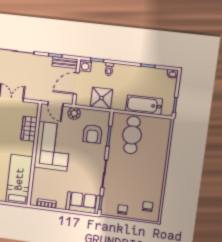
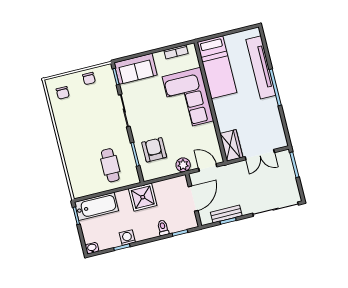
bench: (65, 63) -> (226, 214), moved
washing machine: (85, 66) -> (127, 238), moved
shower: (101, 98) -> (143, 197), moved
bathtub: (144, 105) -> (96, 206), moved
wardrobe: (29, 129) -> (231, 145), moved
cafe table: (132, 135) -> (110, 165), width x0.73, depth x0.74
corner sofa: (53, 146) -> (188, 99), moved

